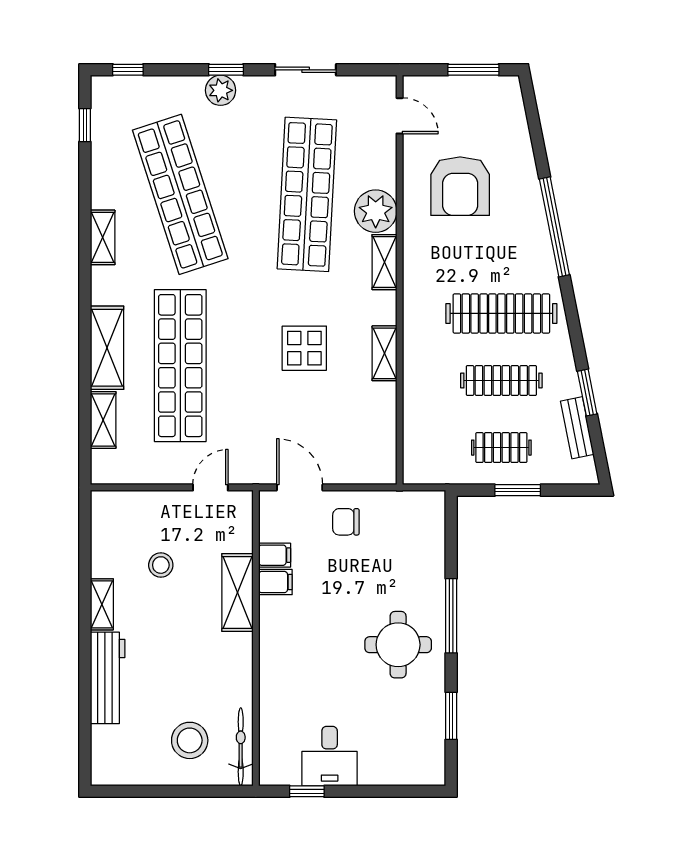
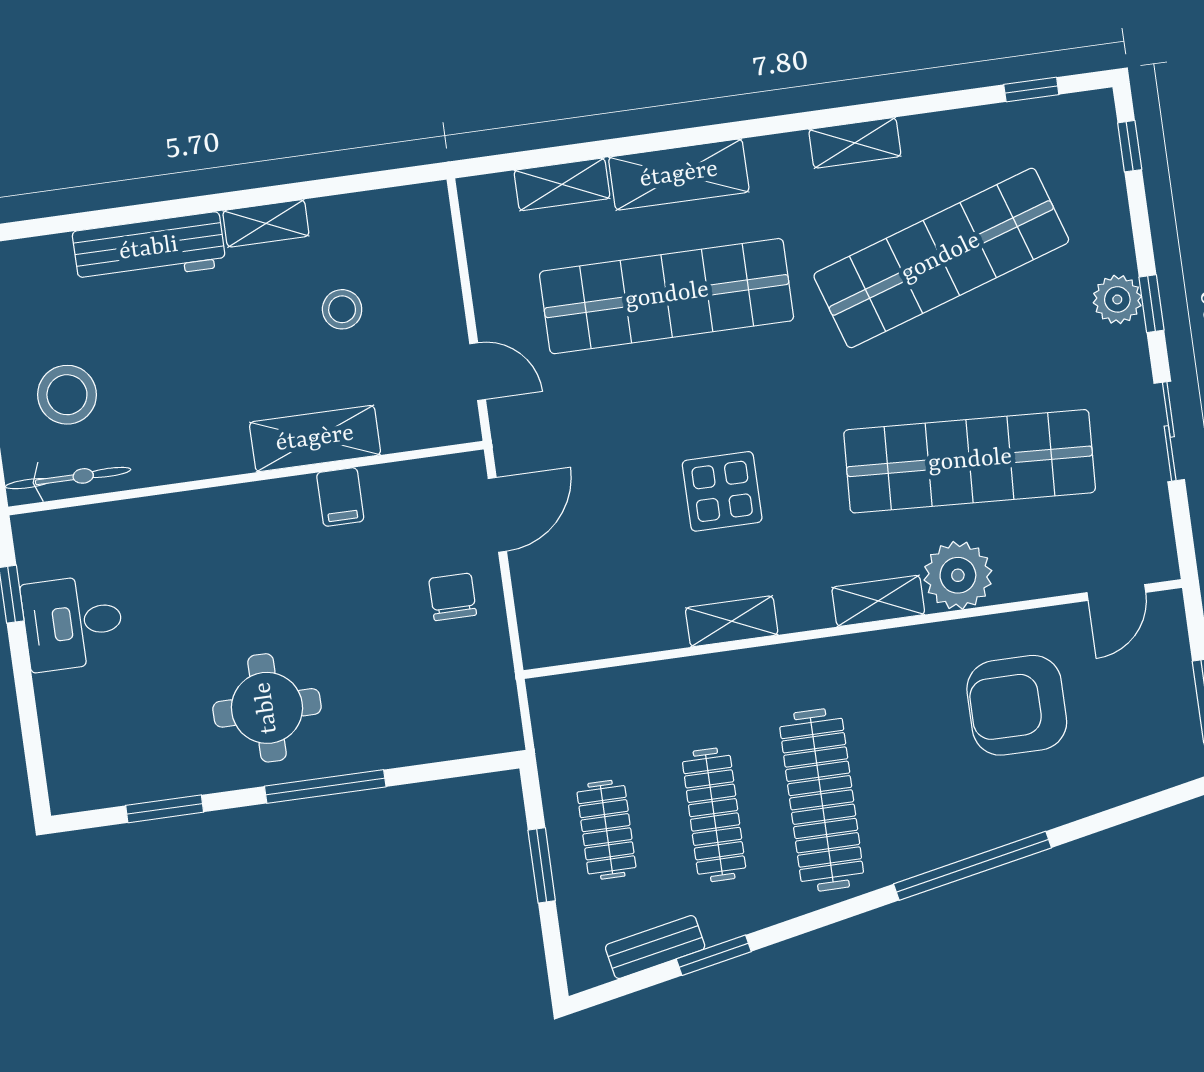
filing cabinet: (275, 555) -> (383, 490), removed

